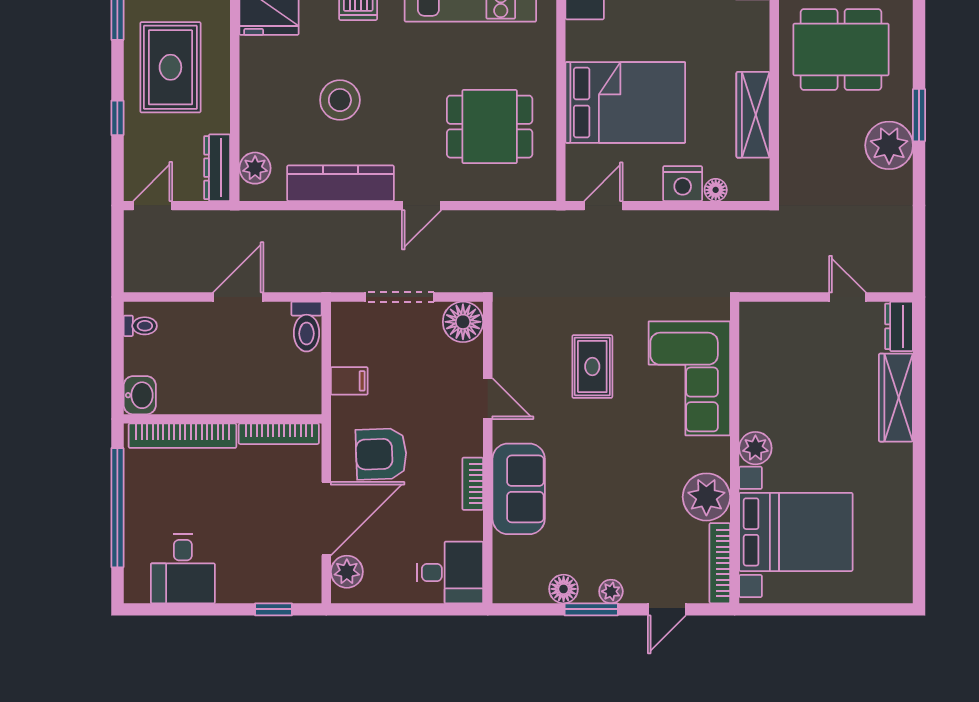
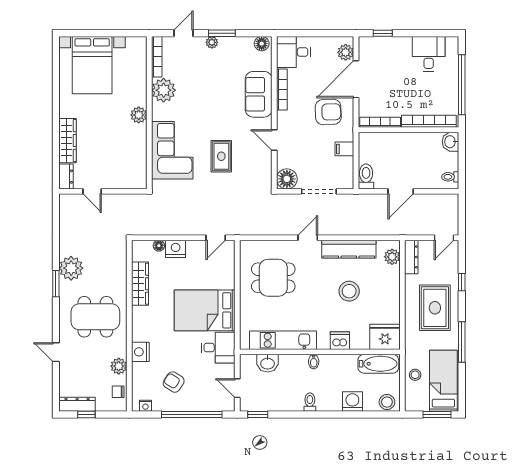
bed: (625, 102) -> (205, 310), moved
bookcase: (473, 484) -> (282, 89), width x1.56
bed with nightstands: (796, 532) -> (92, 65), moved, turned -90
floor lamp: (564, 589) -> (262, 44), moved

